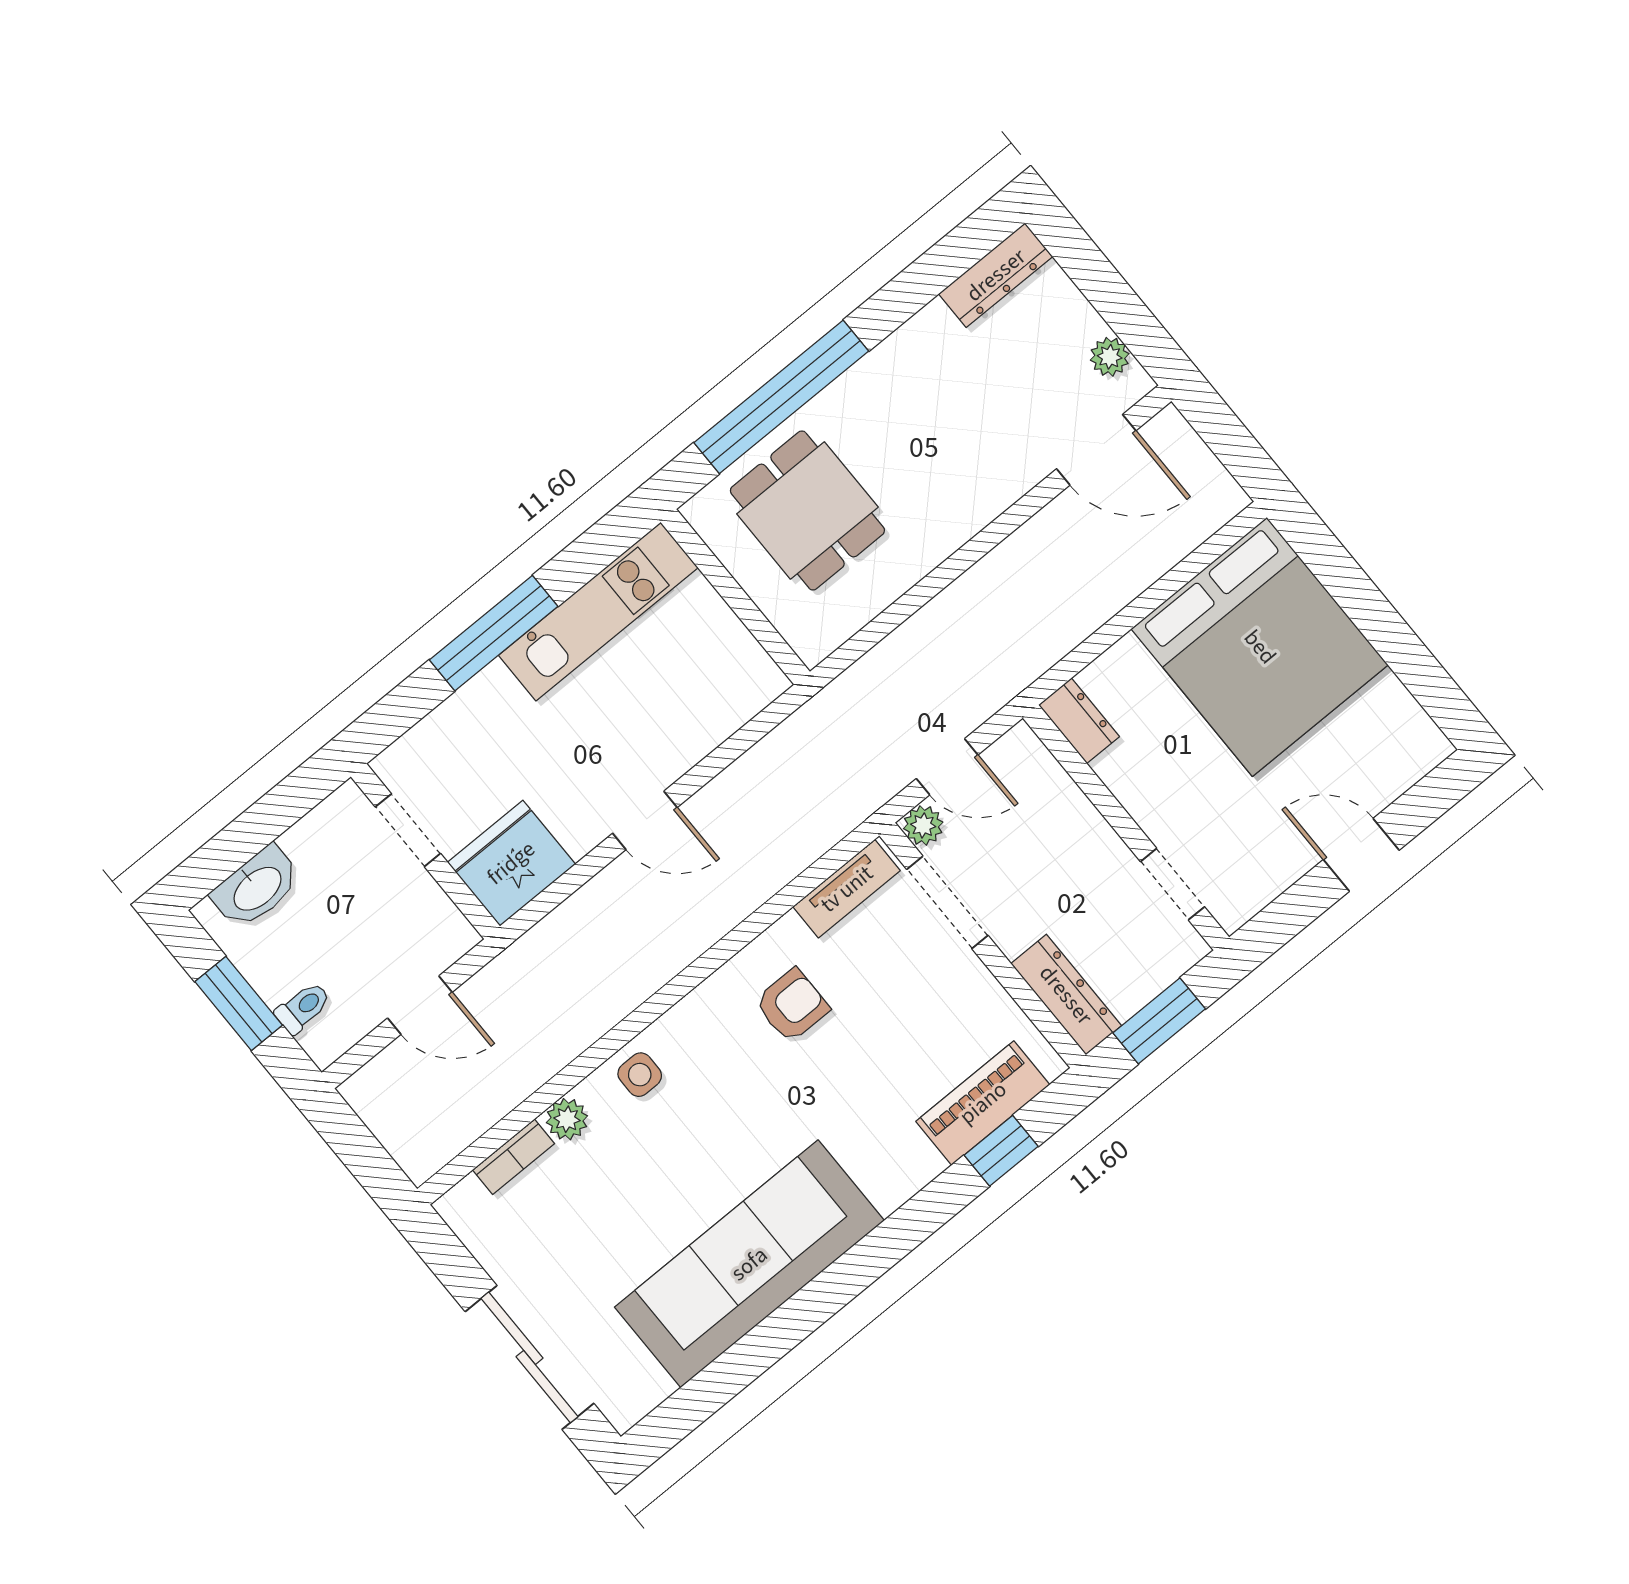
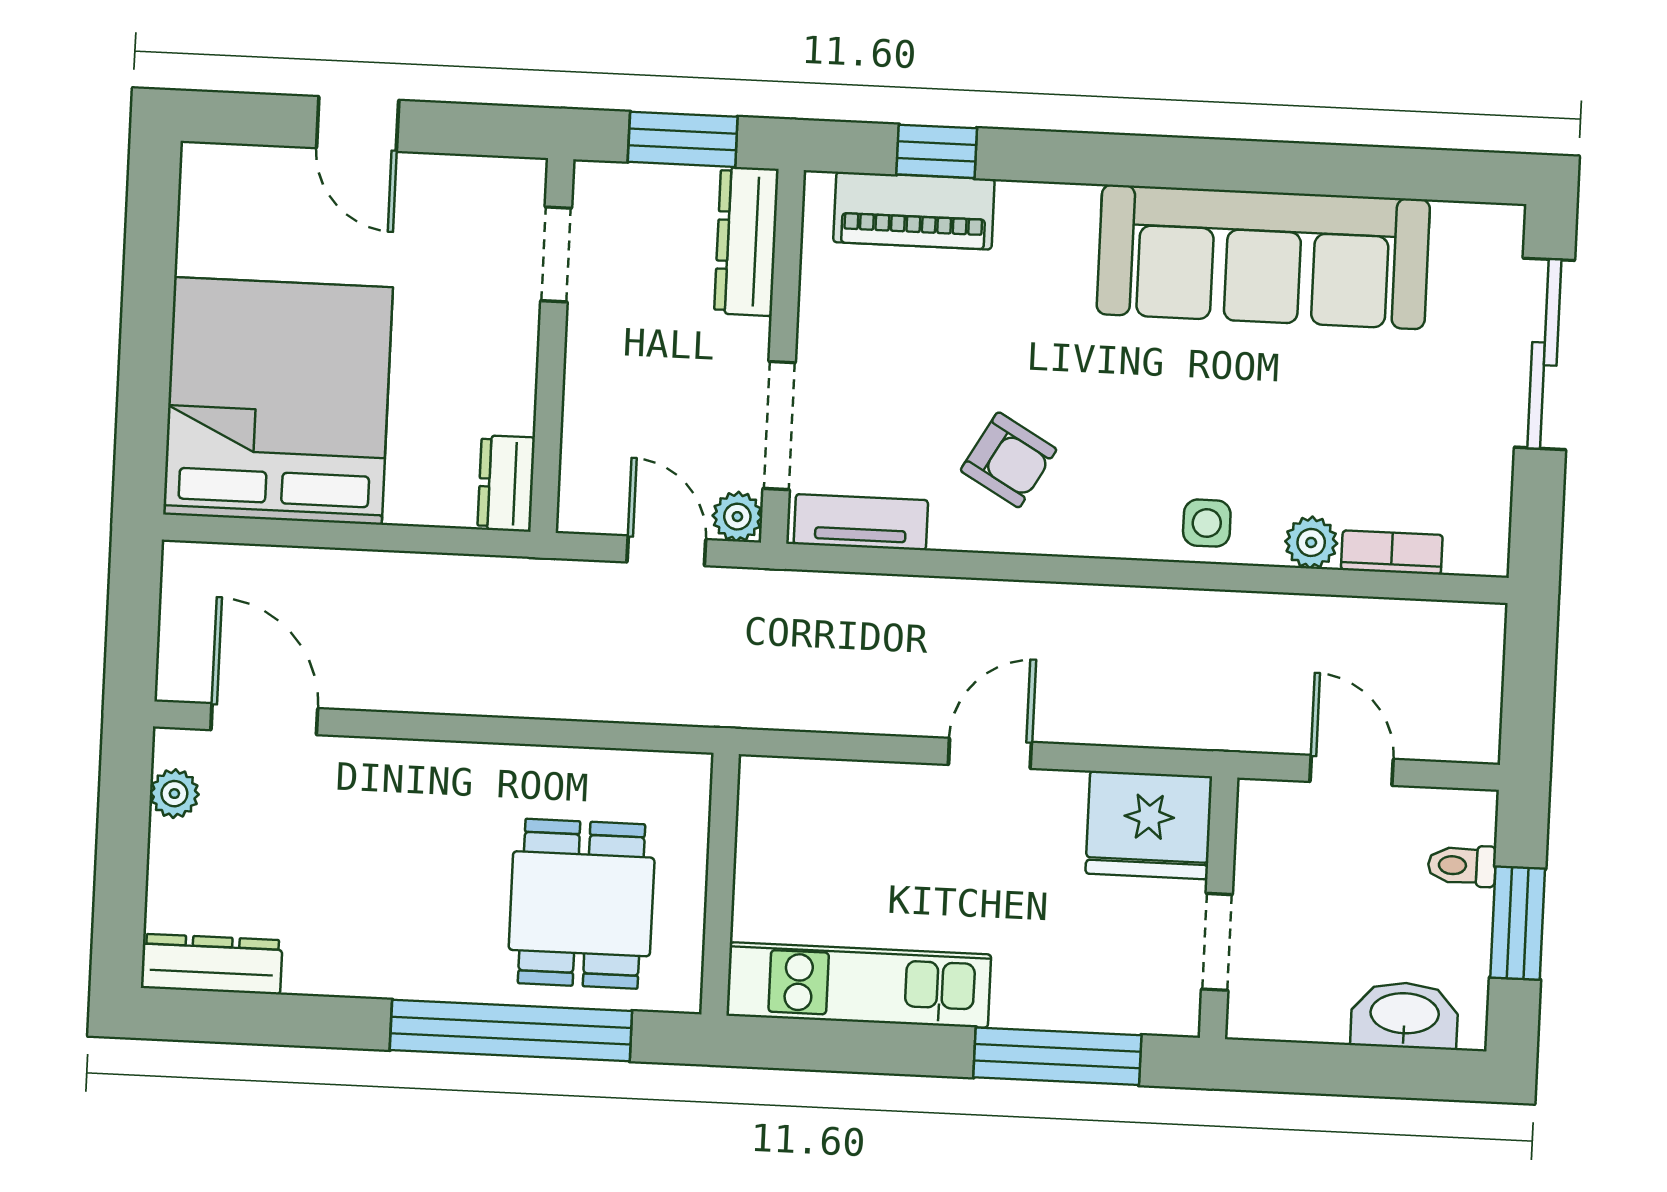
window: (494, 633) -> (1057, 1056), moved
door: (645, 820) -> (990, 753), hinge flipped
armchair: (792, 1005) -> (1009, 460), turned -150

